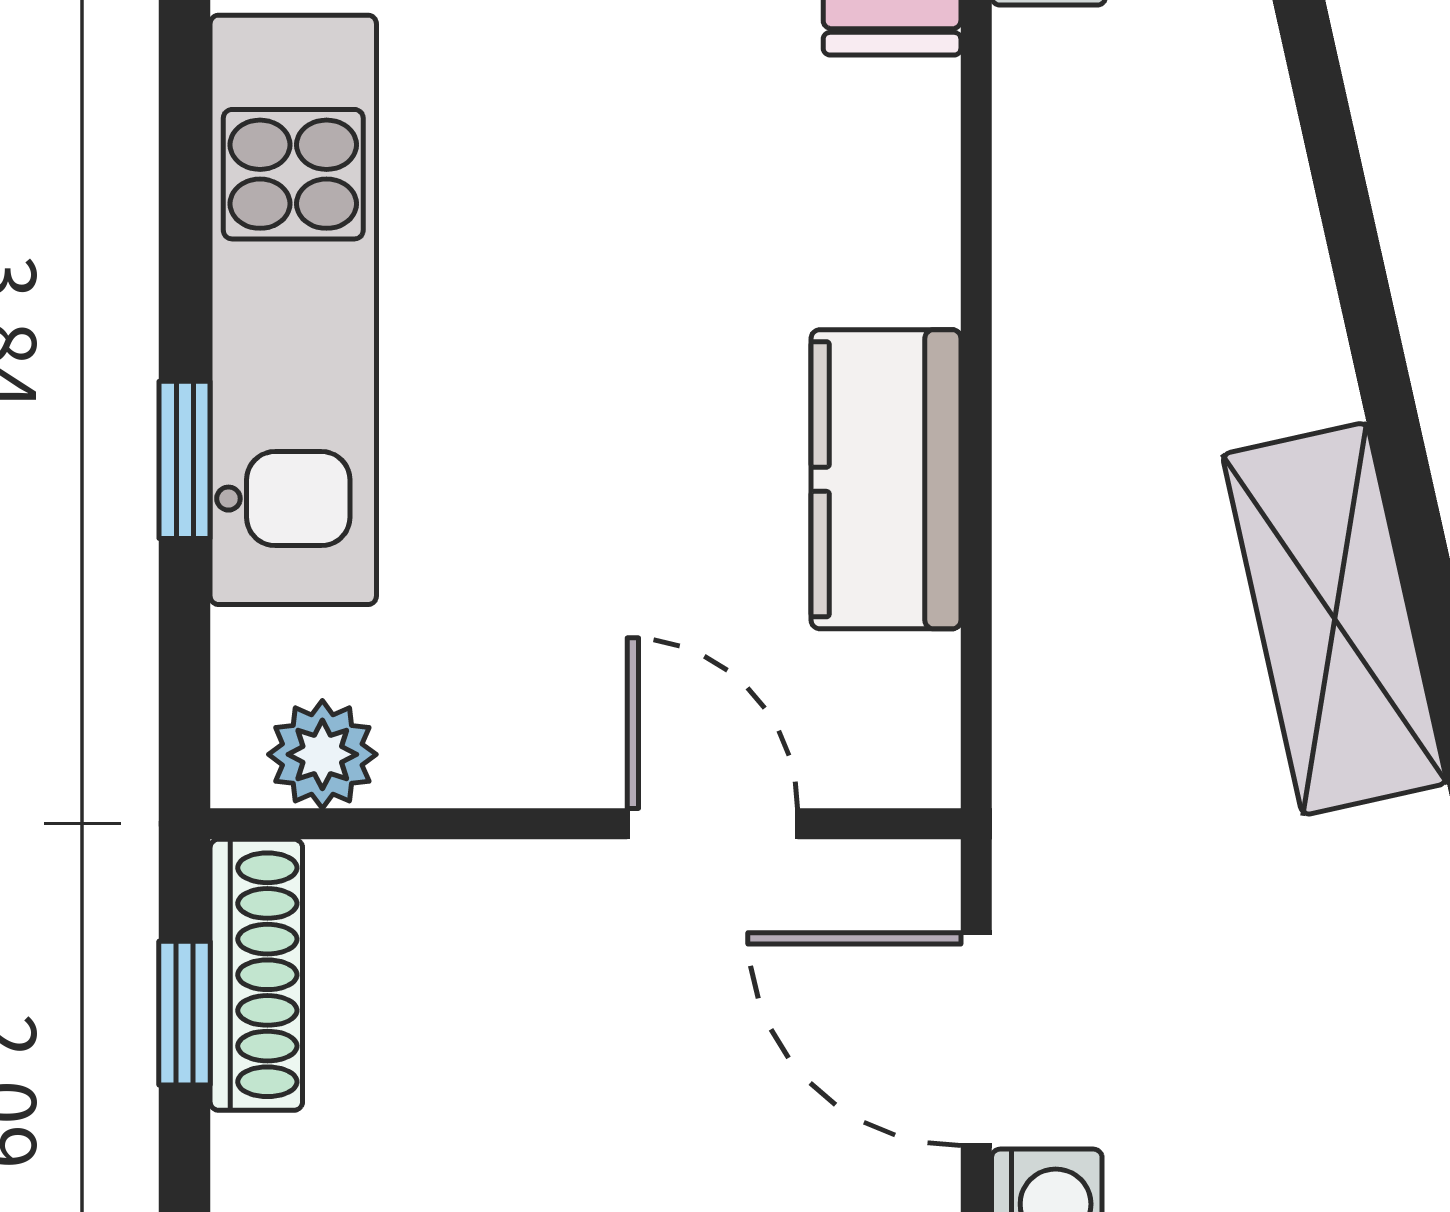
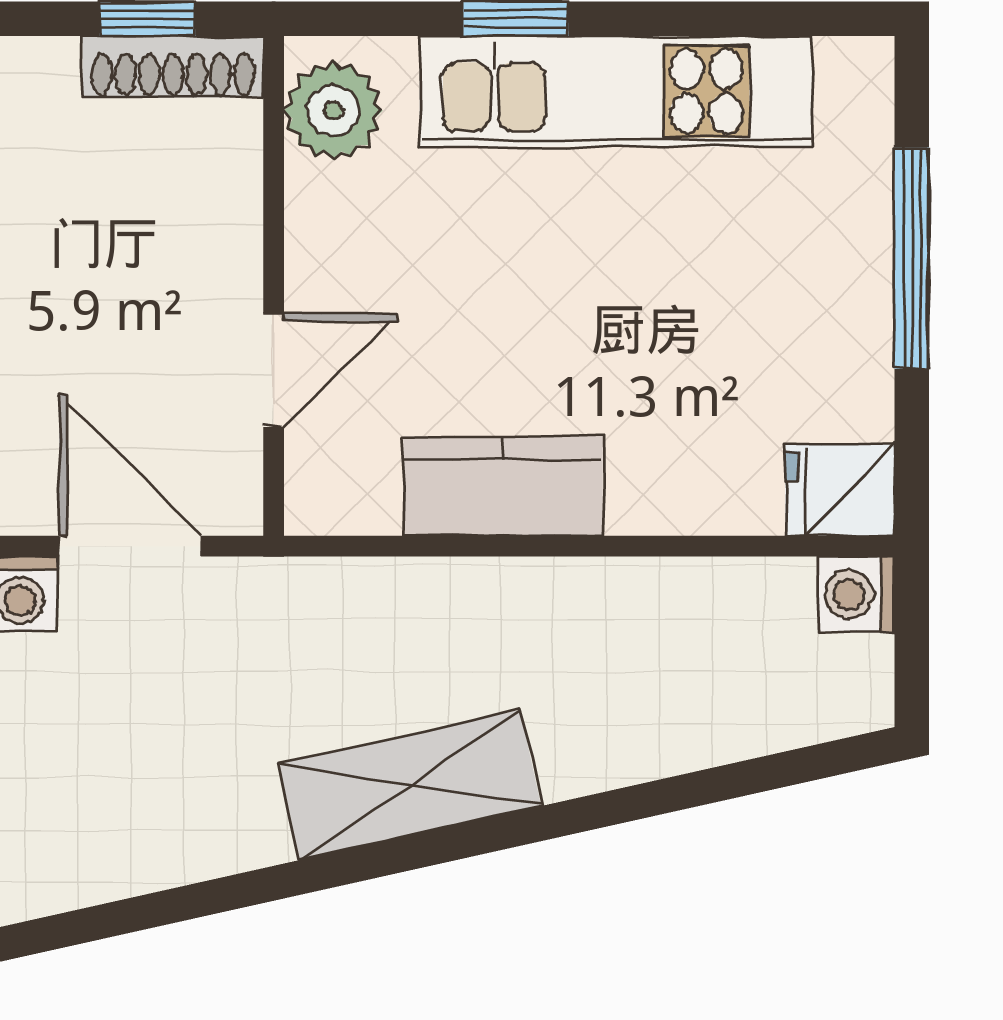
plant: (322, 754) -> (333, 111), width x1.38, depth x1.38
door: (976, 1039) -> (130, 546), hinge flipped

